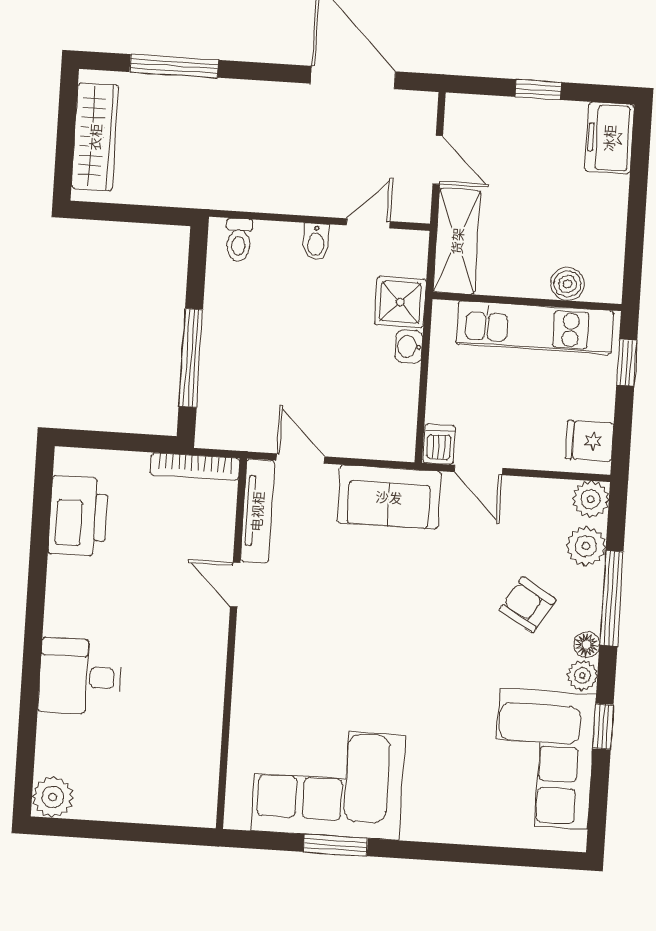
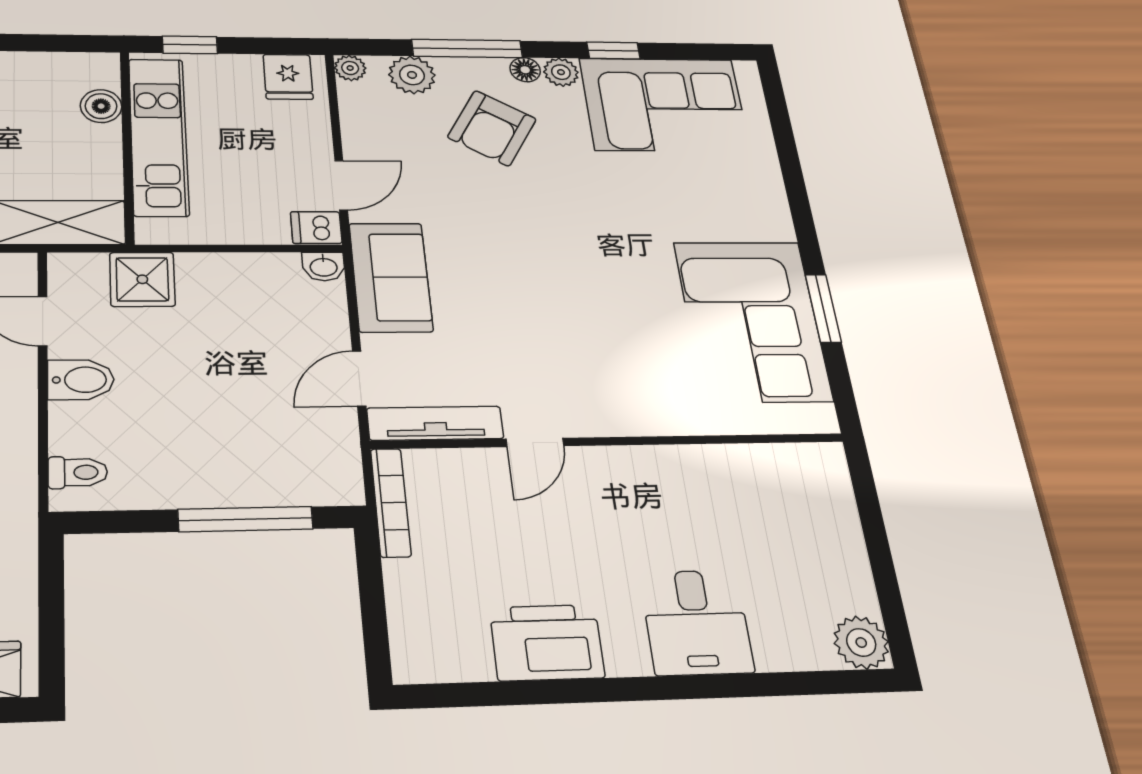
bidet: (316, 242) -> (81, 380), width x1.38, depth x1.36
washbasin: (409, 347) -> (324, 266), moved
plant: (591, 499) -> (350, 68), width x0.73, depth x0.73
printer: (78, 516) -> (547, 643), moved
armchair: (528, 605) -> (492, 128), width x1.38, depth x1.38

